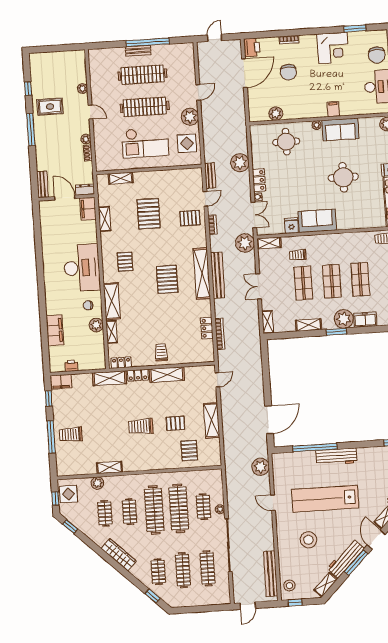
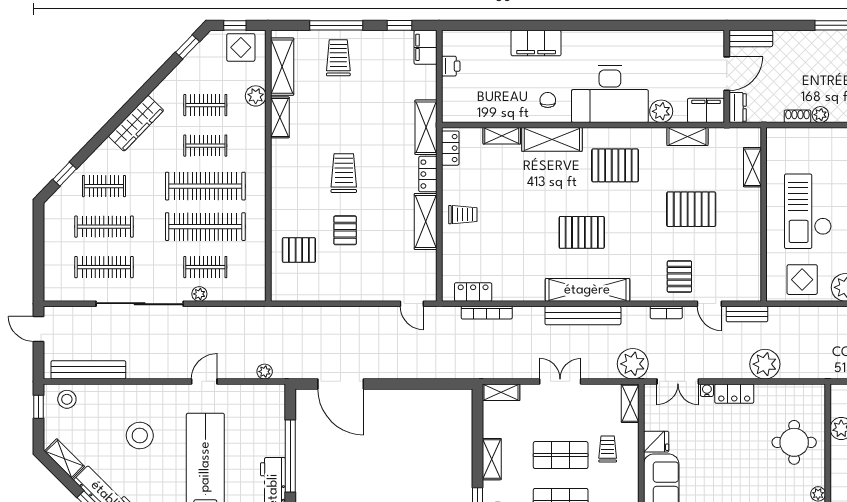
pallet: (125, 262) -> (615, 165), width x1.50, depth x1.42
plant: (96, 325) -> (661, 111), moved
locker: (207, 328) -> (473, 292), moved
filing cabinet: (55, 330) -> (536, 43), moved
shelving: (212, 420) -> (282, 67), moved, turned 90
plant: (260, 467) -> (265, 372), width x0.53, depth x0.53

